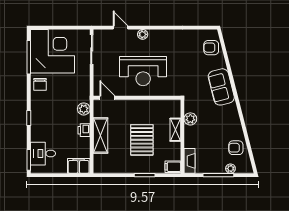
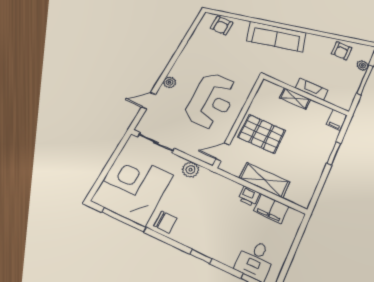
sofa: (221, 87) -> (276, 37), width x1.36
plant: (84, 109) -> (191, 170), moved
plant: (190, 119) -> (290, 79), removed
pallet: (142, 140) -> (262, 134), moved
fireplace: (189, 161) -> (312, 89), moved
filing cabinet: (79, 166) -> (271, 209), moved, turned -90

